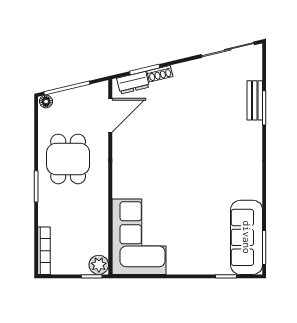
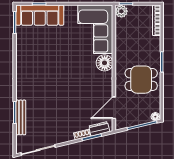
bench: (255, 100) -> (21, 117), width x1.36
dining table: (68, 159) -> (141, 80), turned 90
floor lamp: (125, 185) -> (105, 63), added
sofa: (247, 237) -> (40, 15), moved, turned 90

